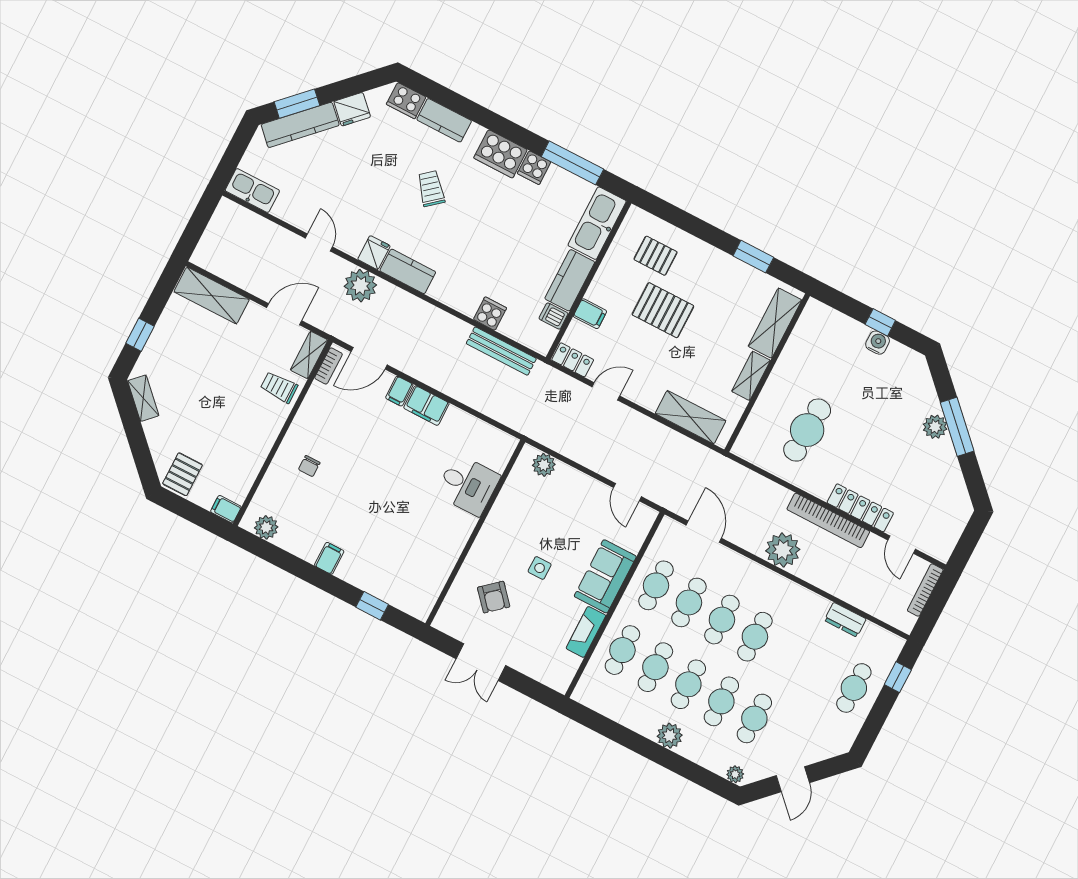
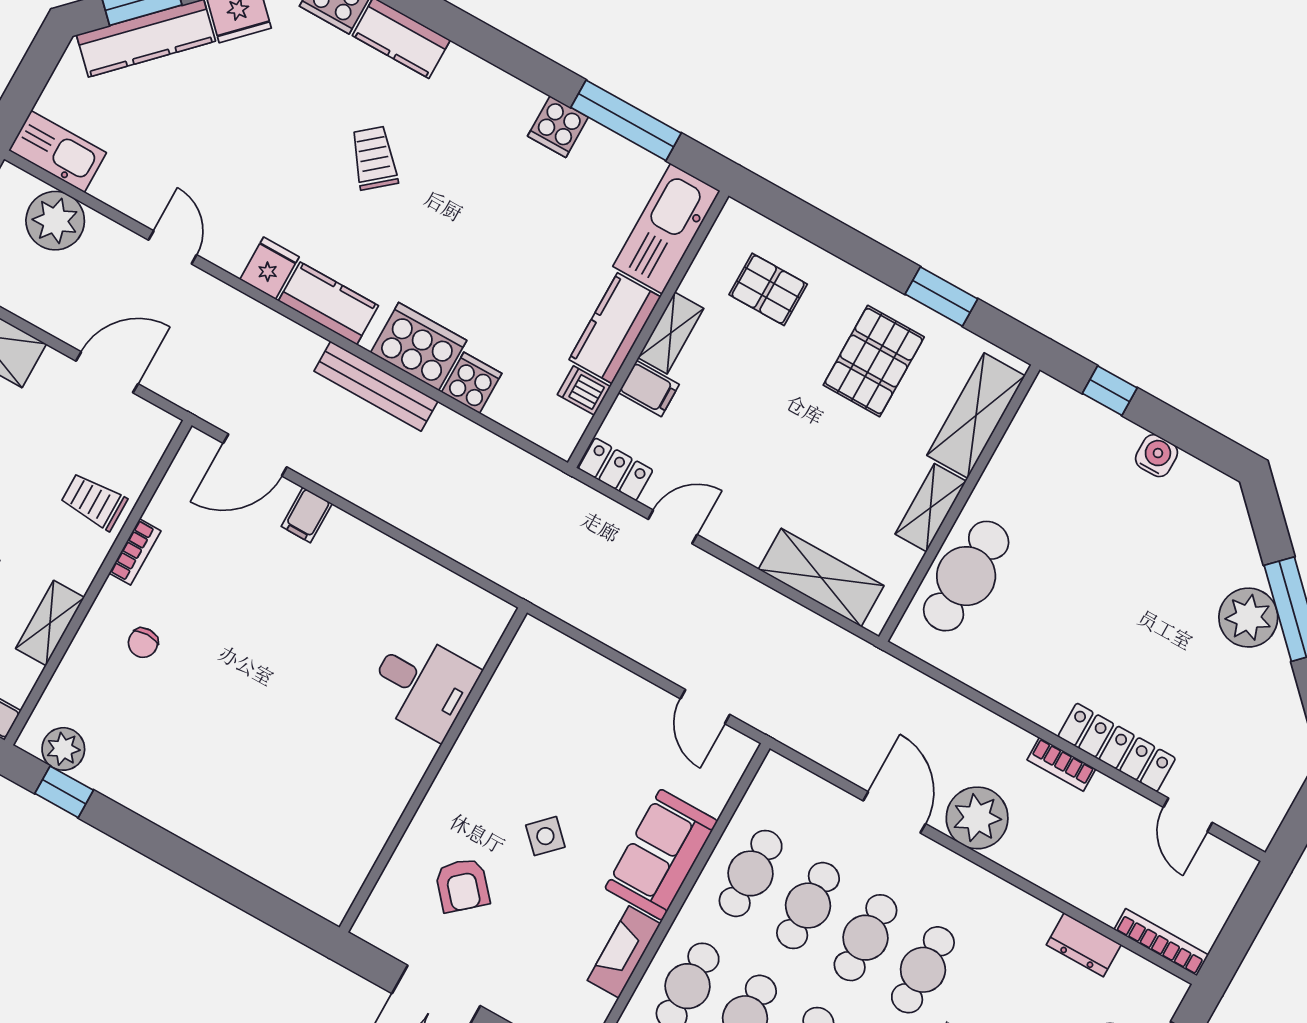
cooker: (500, 154) -> (419, 346), moved, turned 180
shelving: (601, 282) -> (671, 333), added
plant: (360, 286) -> (55, 221), moved
pallet: (663, 310) -> (874, 361), moved, turned 90
window: (880, 322) -> (1110, 391), moved
bench: (501, 351) -> (376, 386), moved
shelving: (309, 355) -> (50, 623), moved
bookcase: (328, 366) -> (135, 552), moved
filing cabinet: (426, 406) -> (354, 542), removed
plant: (935, 427) -> (1248, 618), width x1.36, depth x1.36
cafe table: (807, 430) -> (966, 576), moved
plant: (544, 465) -> (559, 654), removed
bookcase: (828, 520) -> (1061, 764), width x0.43, depth x0.76
door: (704, 532) -> (894, 812), moved
filing cabinet: (329, 558) -> (173, 807), removed
side table: (540, 568) -> (545, 836), turned 45
bookcase: (925, 590) -> (1161, 942), moved, turned 90
window: (372, 606) -> (64, 792), moved

